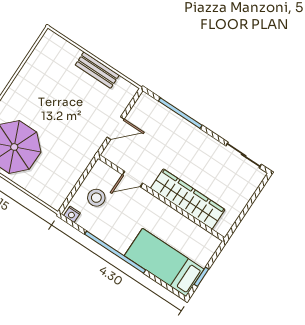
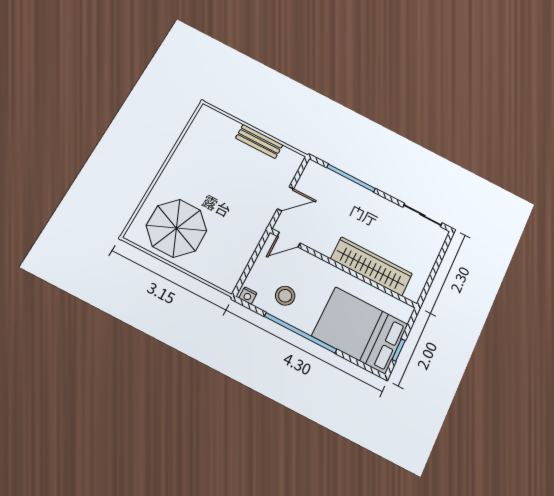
door: (132, 179) -> (289, 240), moved
stool: (96, 198) -> (285, 296), moved
bed: (164, 262) -> (360, 330), width x1.50

